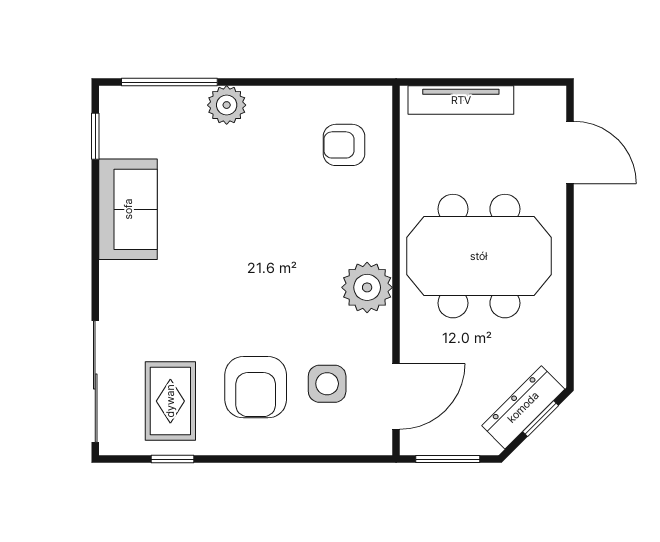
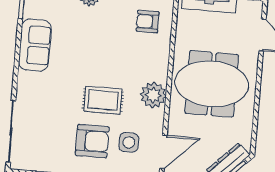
armchair: (256, 387) -> (92, 141), turned -90
rug: (170, 401) -> (103, 100), moved, turned 90

